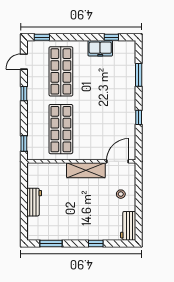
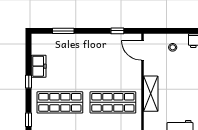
window: (111, 37) -> (29, 82), moved
window: (139, 117) -> (117, 31), moved
shelving: (86, 170) -> (151, 94), moved

